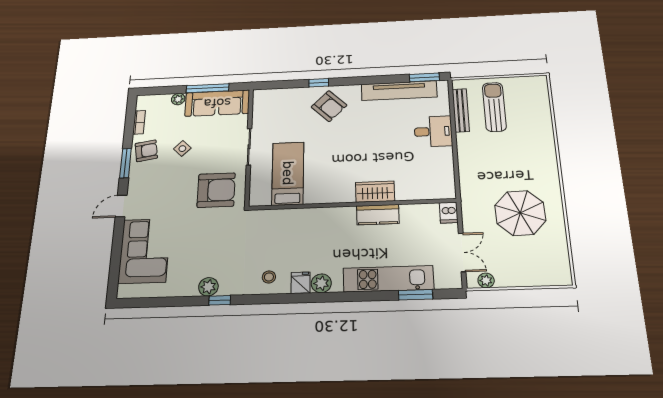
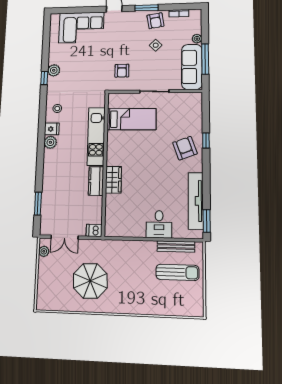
armchair: (329, 106) -> (185, 148), turned 115
armchair: (216, 190) -> (122, 71), width x0.53, depth x0.53
kitchen unit: (388, 279) -> (96, 136), moved, turned 180

